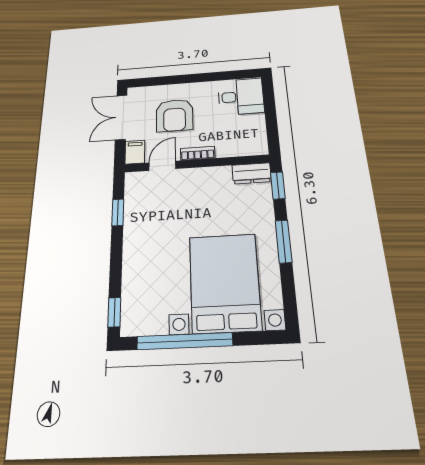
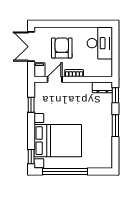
desk: (241, 96) -> (100, 43), width x1.37
armchair: (174, 115) -> (62, 48), turned 180
bed with nightstands: (225, 282) -> (58, 141), moved, turned 90

